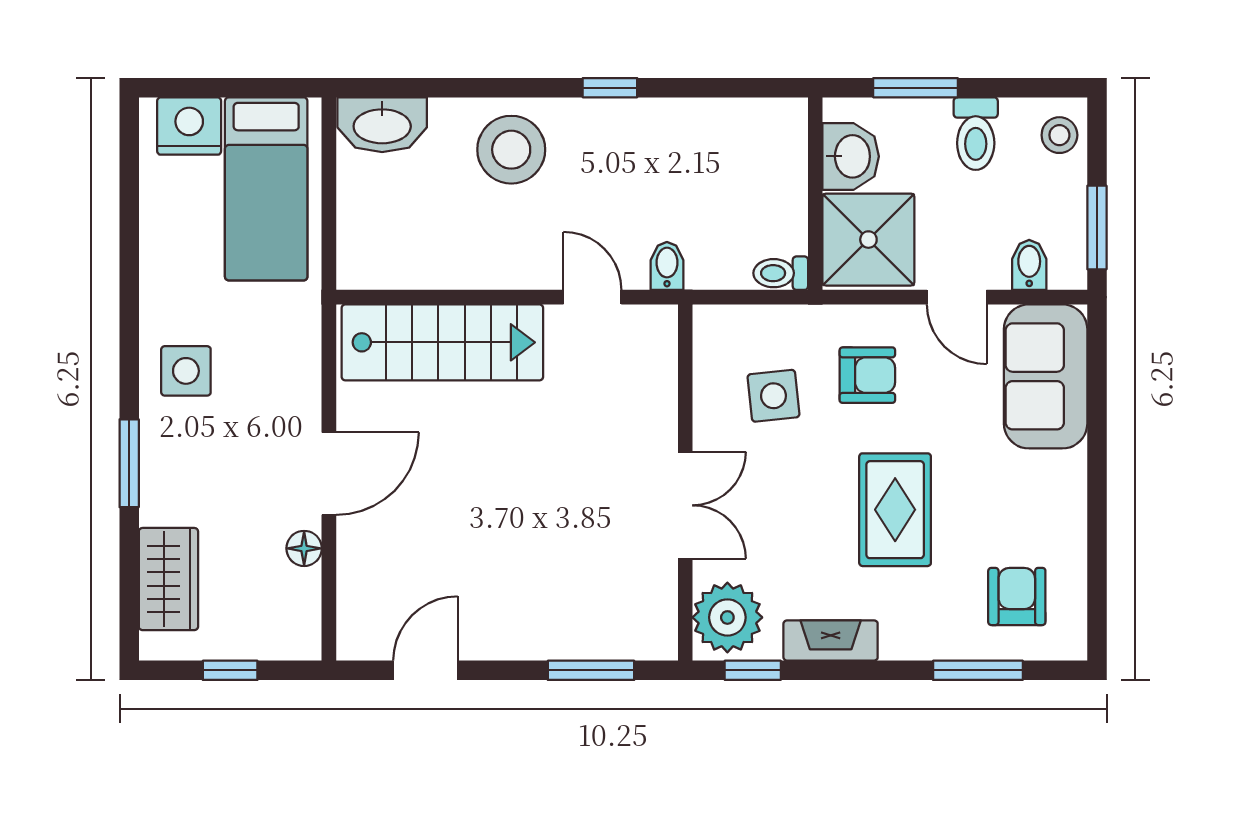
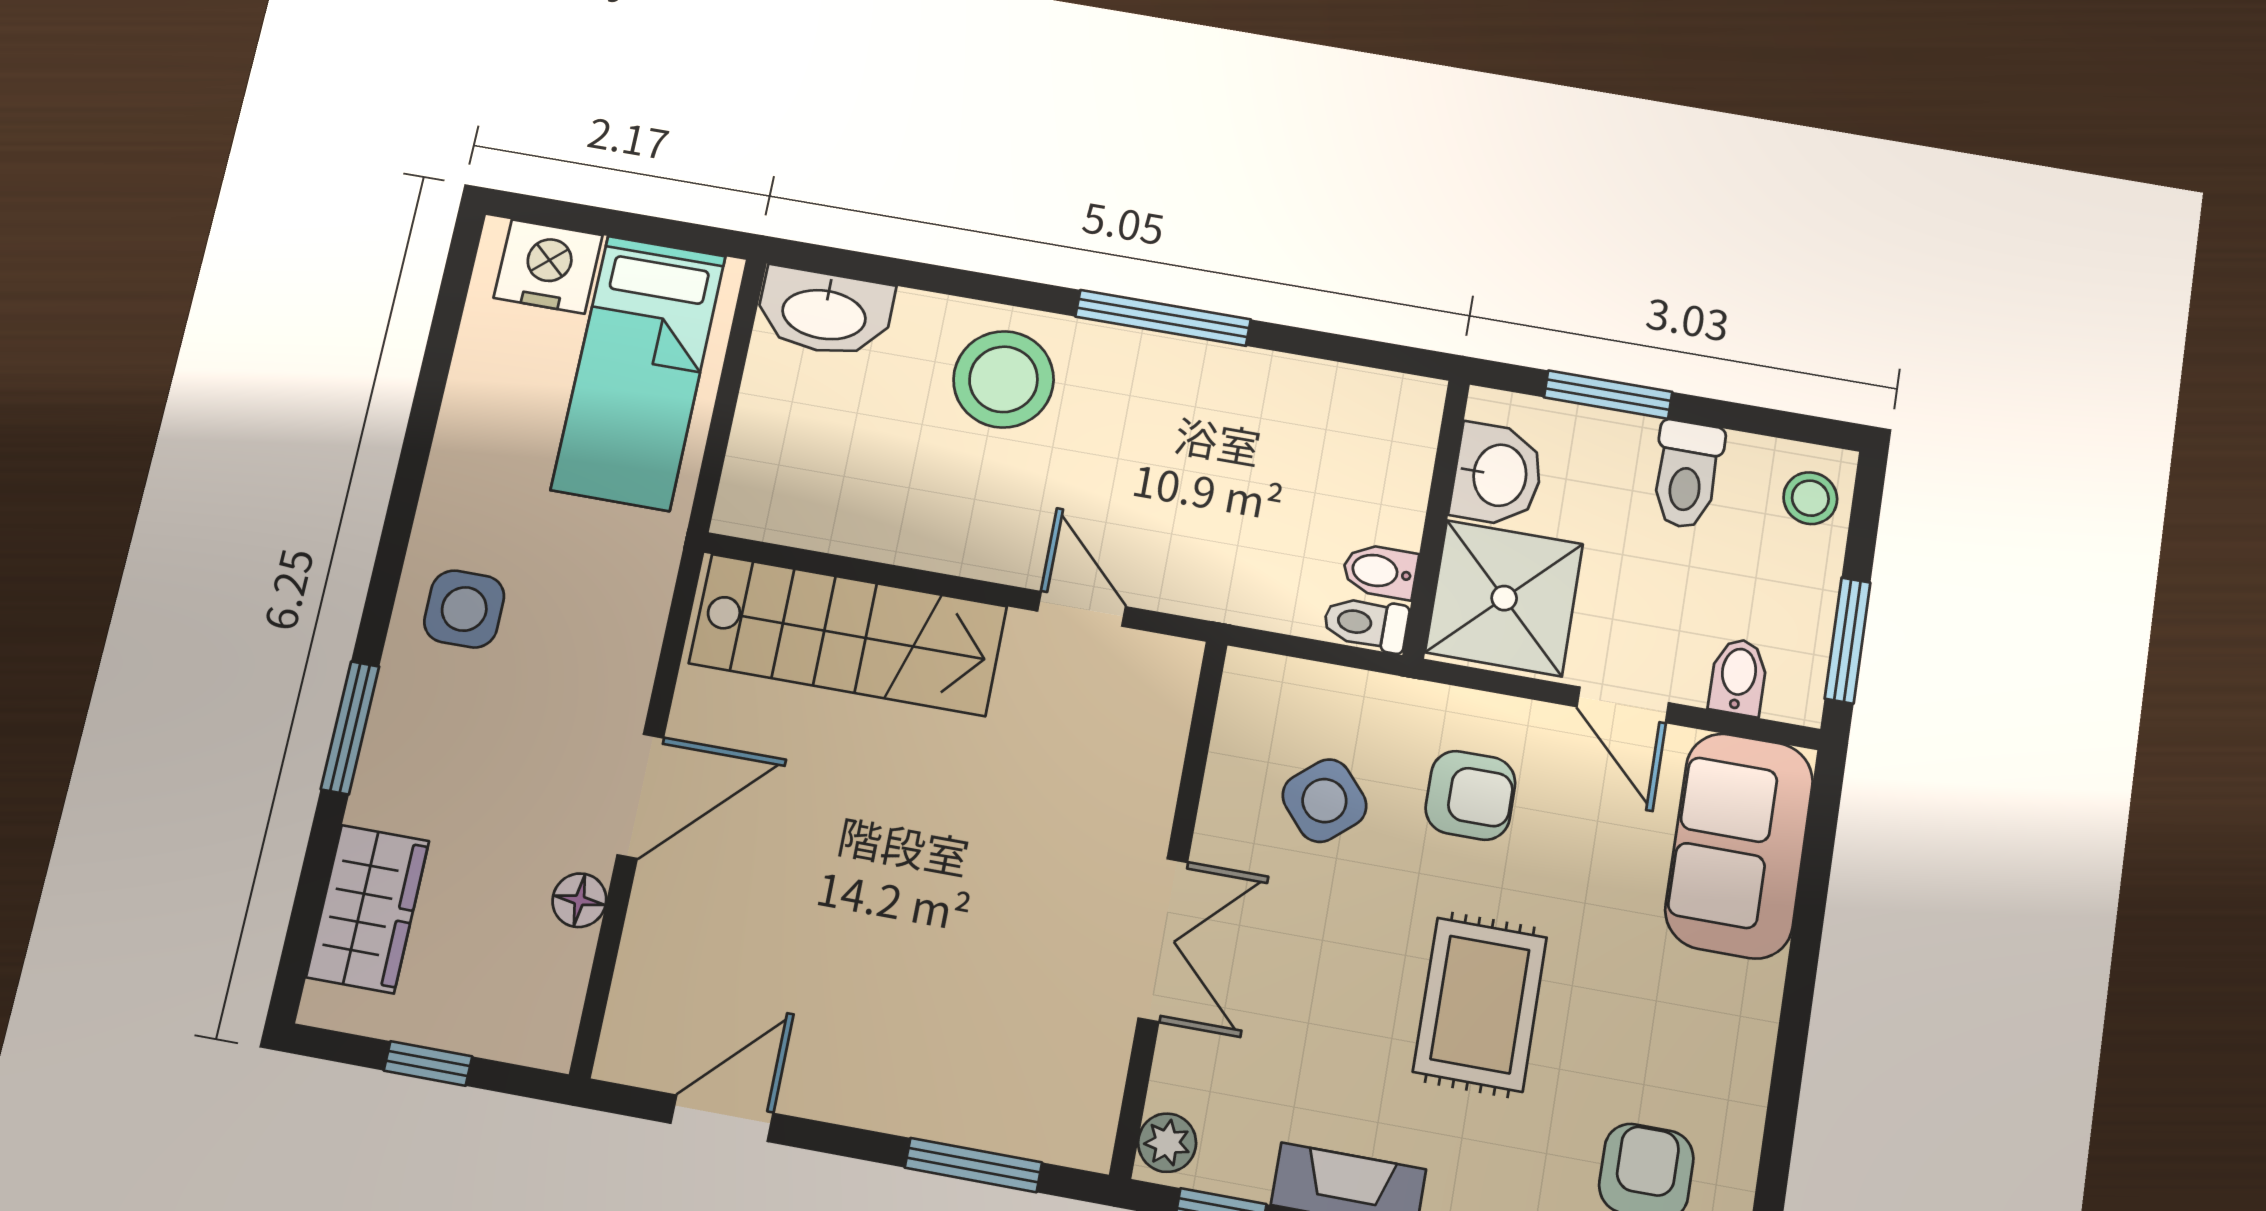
window: (610, 88) -> (1163, 318), width x2.17
bidet: (667, 266) -> (1380, 571), moved, turned -90
side table: (773, 396) -> (1324, 801), turned -35
plant: (727, 617) -> (1167, 1143), width x0.53, depth x0.53

